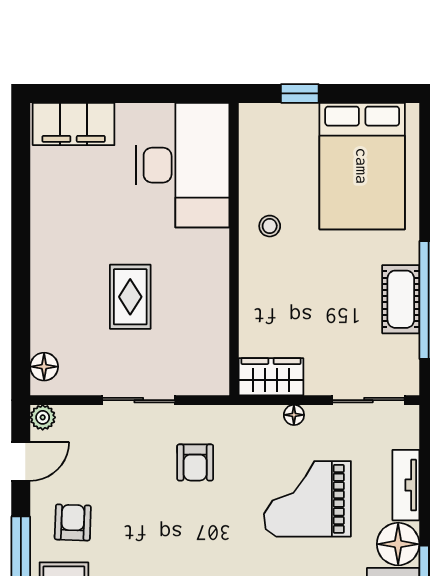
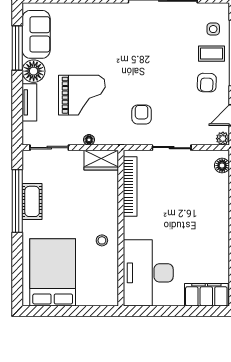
window: (300, 93) -> (86, 311), removed
rug: (130, 297) -> (176, 203), removed
bookcase: (217, 327) -> (130, 186), added

